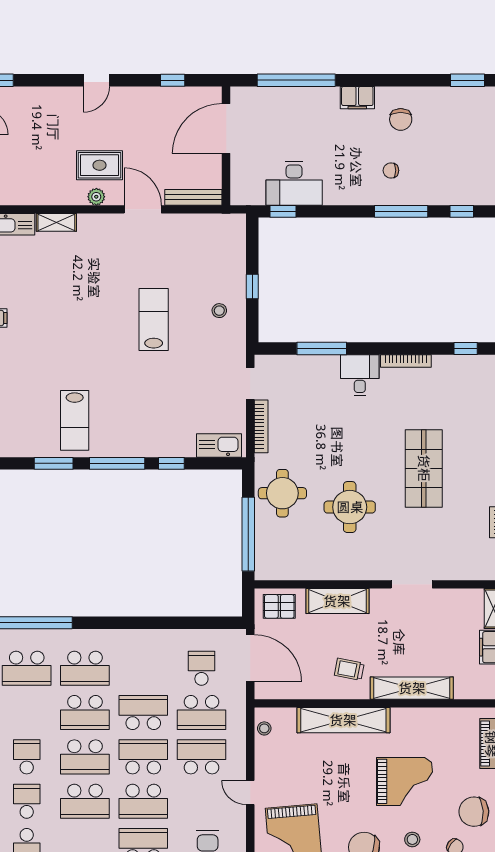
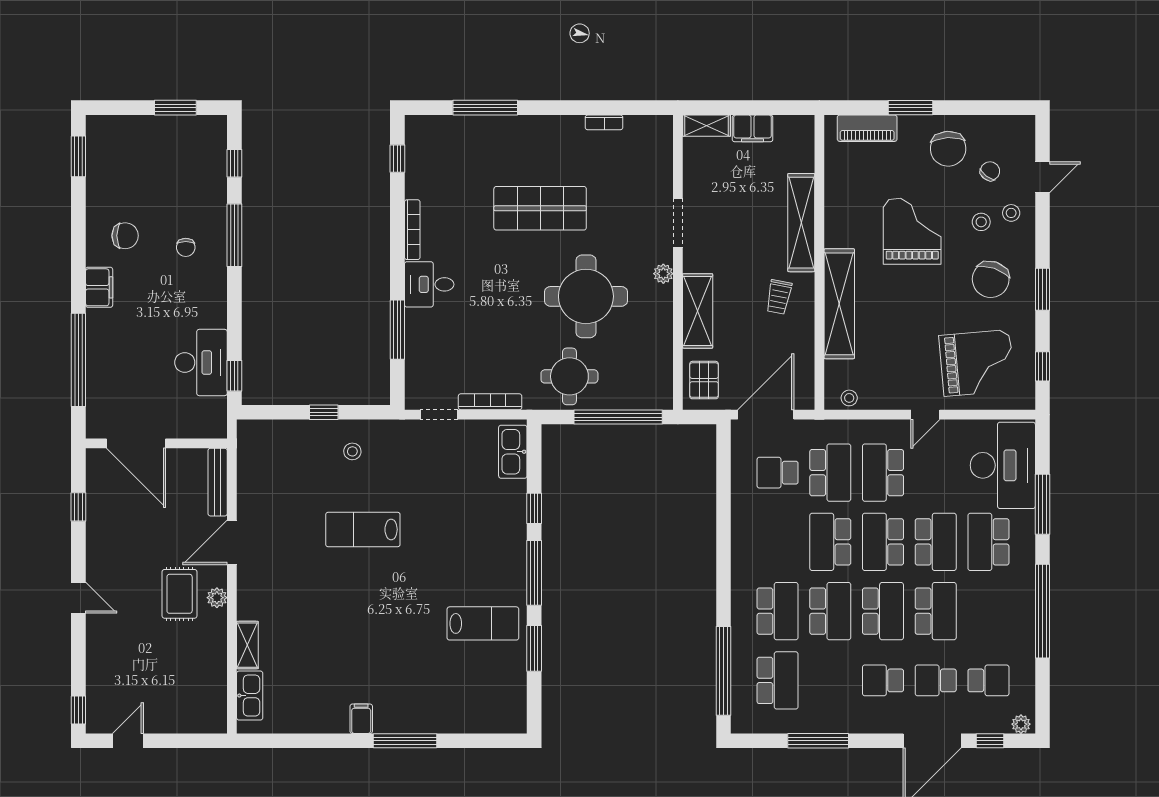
round table: (350, 507) -> (586, 296), width x1.36, depth x1.36
plant: (369, 572) -> (663, 274), added

